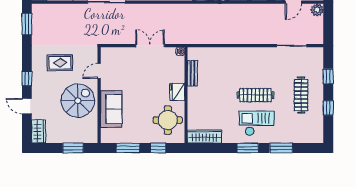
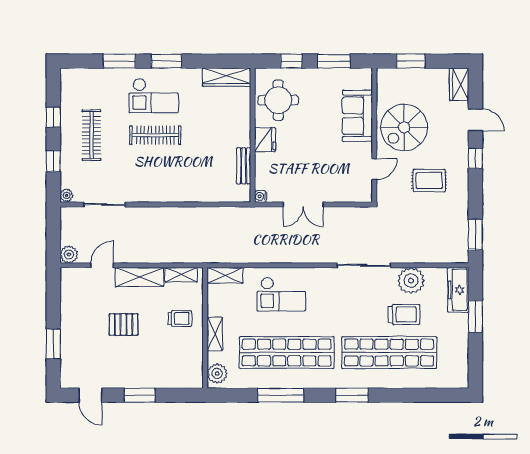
plant: (319, 52) -> (66, 195), added

